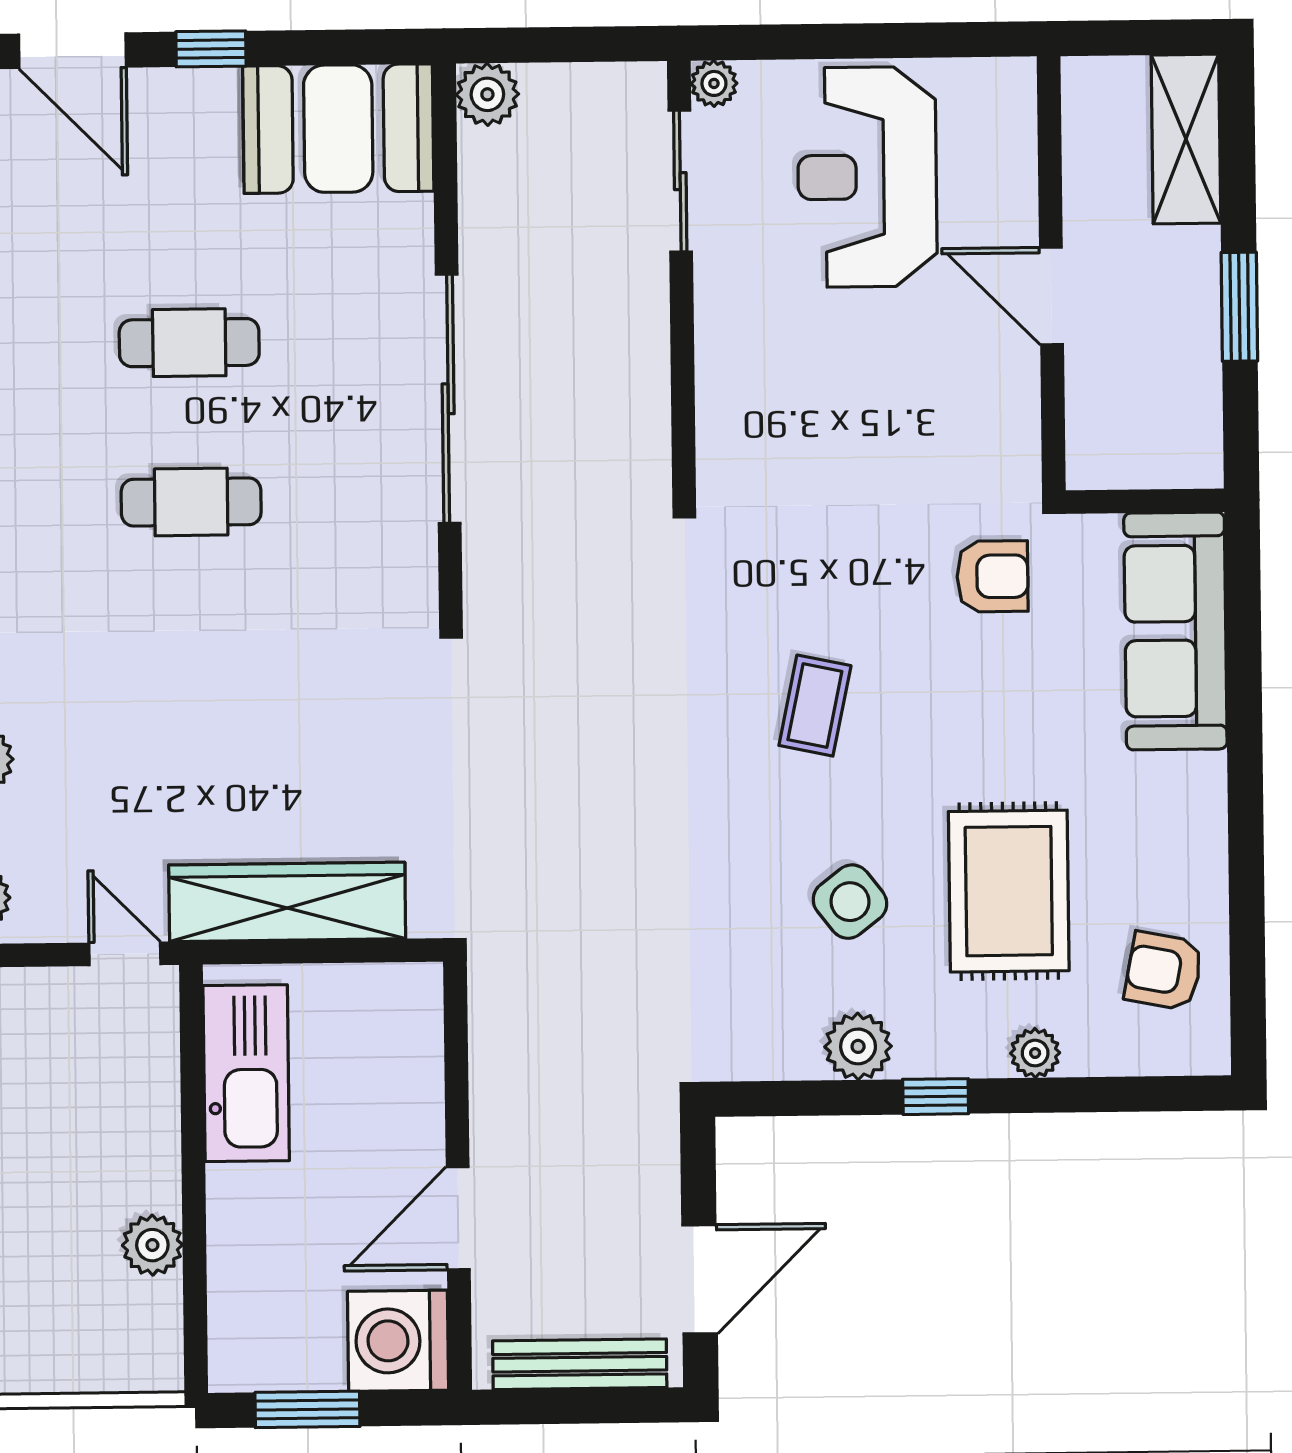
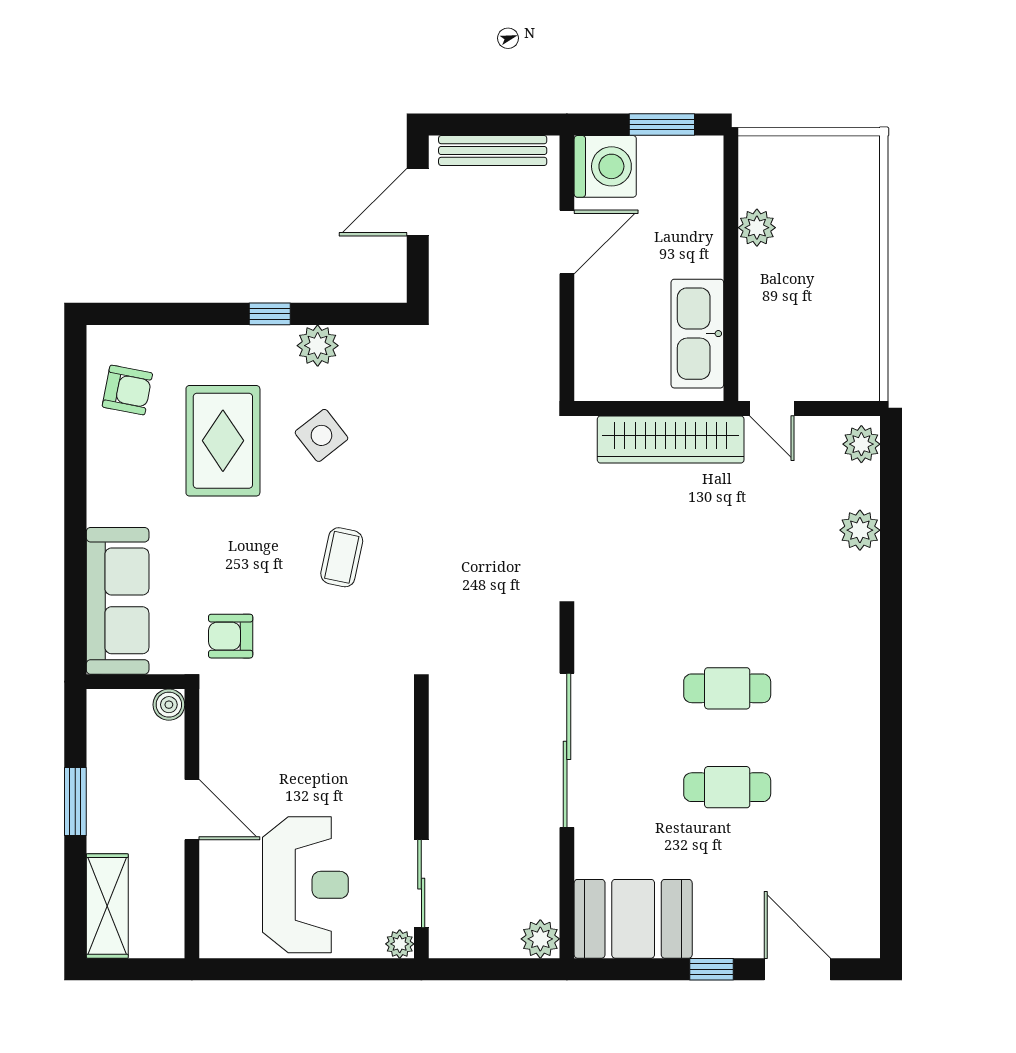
boiler: (1091, 465) -> (169, 705), added
plant: (1035, 1053) -> (208, 340), removed

